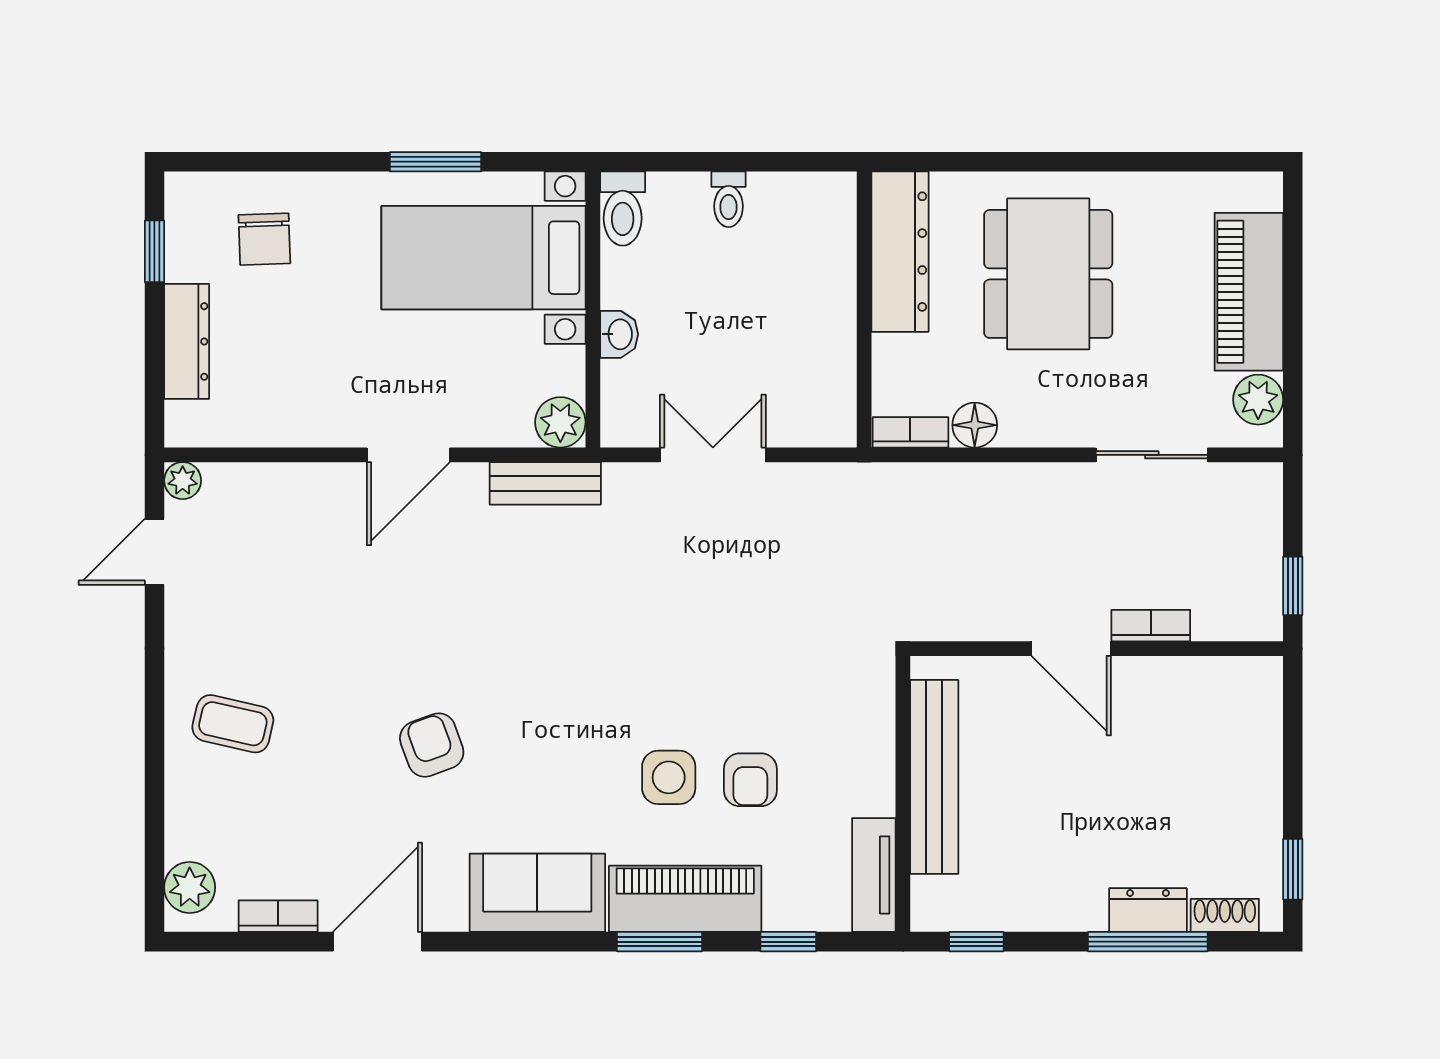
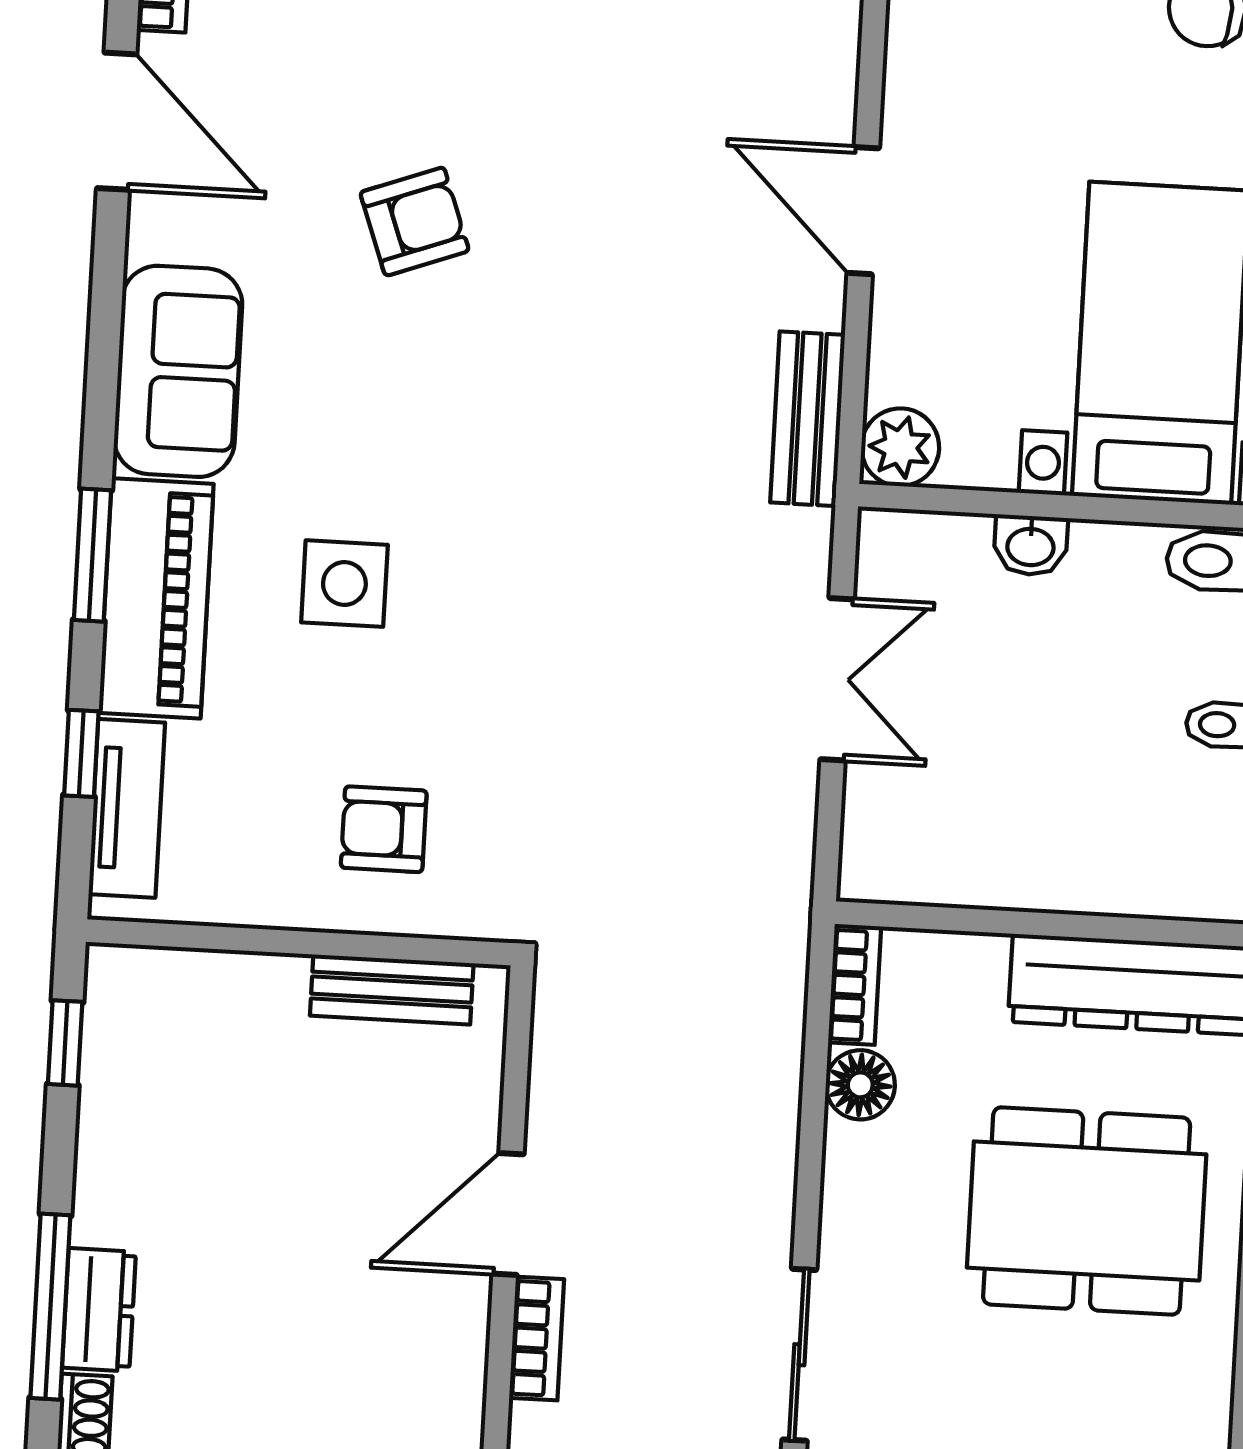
bench: (934, 777) -> (392, 990), width x0.54, depth x0.82
armchair: (750, 780) -> (384, 829), moved
tv unit: (874, 875) -> (127, 808), moved, turned 90

